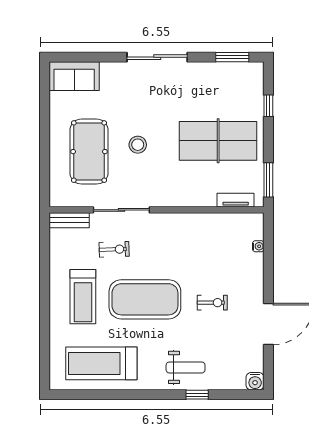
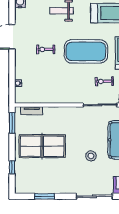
sliding door: (157, 57) -> (94, 196), moved
window: (232, 57) -> (45, 196), moved
stool: (138, 145) -> (91, 156), moved

